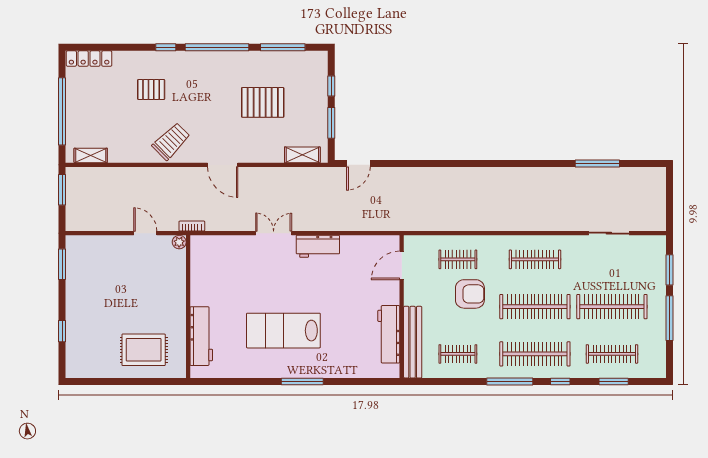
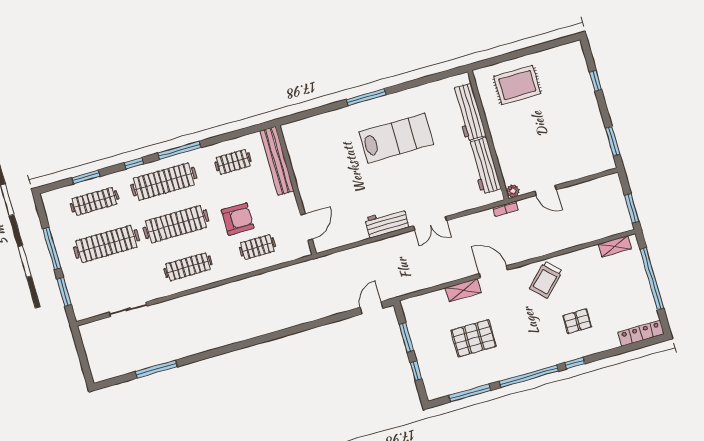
shelving: (302, 155) -> (463, 290), moved
armchair: (470, 294) -> (238, 219), turned 180
workbench: (389, 334) -> (484, 166), moved, turned 180

